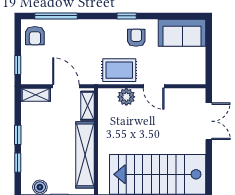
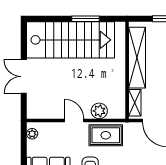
plant: (200, 72) -> (32, 134), added
double door: (209, 121) -> (24, 77), moved

